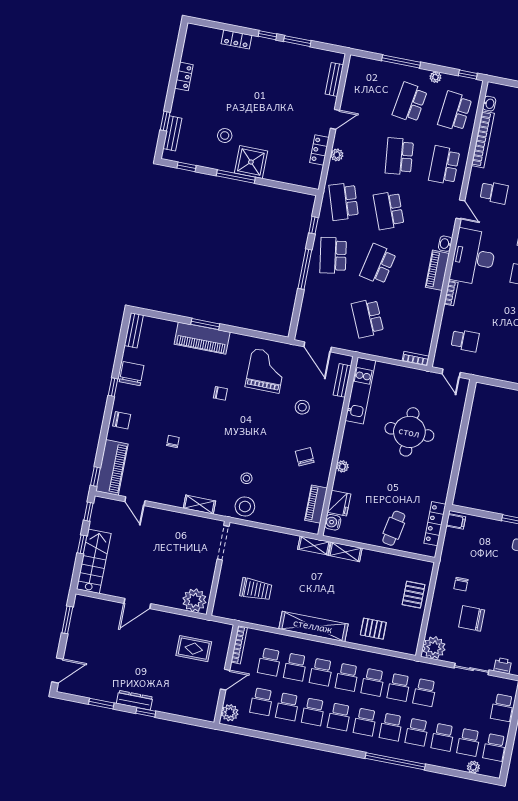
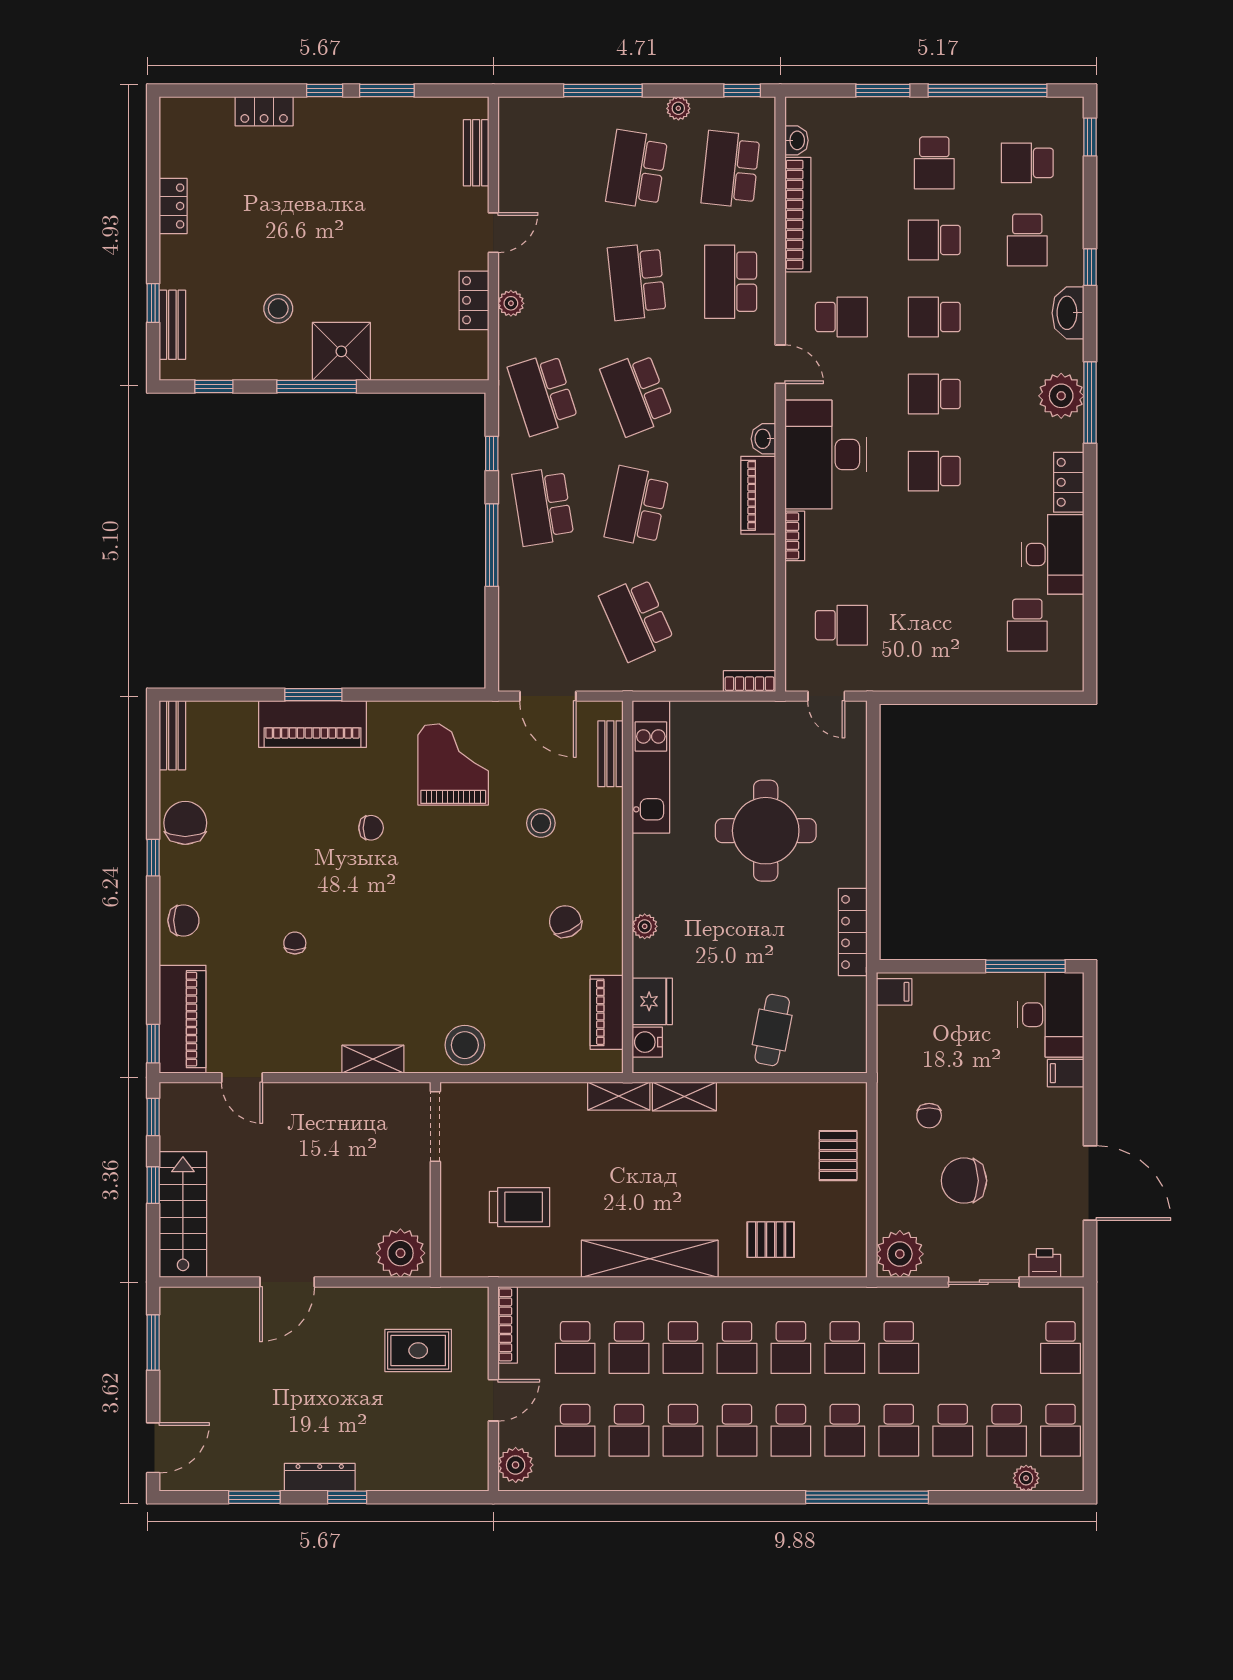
stool: (246, 478) -> (457, 988), removed
locker: (435, 524) -> (853, 932), moved

